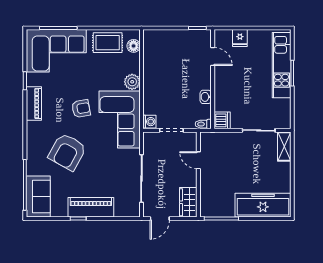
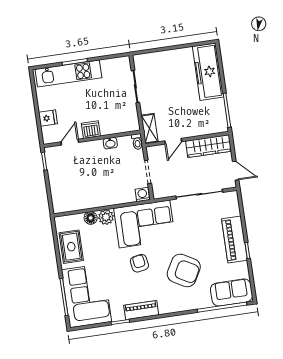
floor lamp: (134, 46) -> (91, 218), moved
dishwasher: (222, 120) -> (91, 130), moved
shelving: (284, 147) -> (150, 129), moved, turned 90
wardrobe: (188, 202) -> (209, 146), width x1.50

